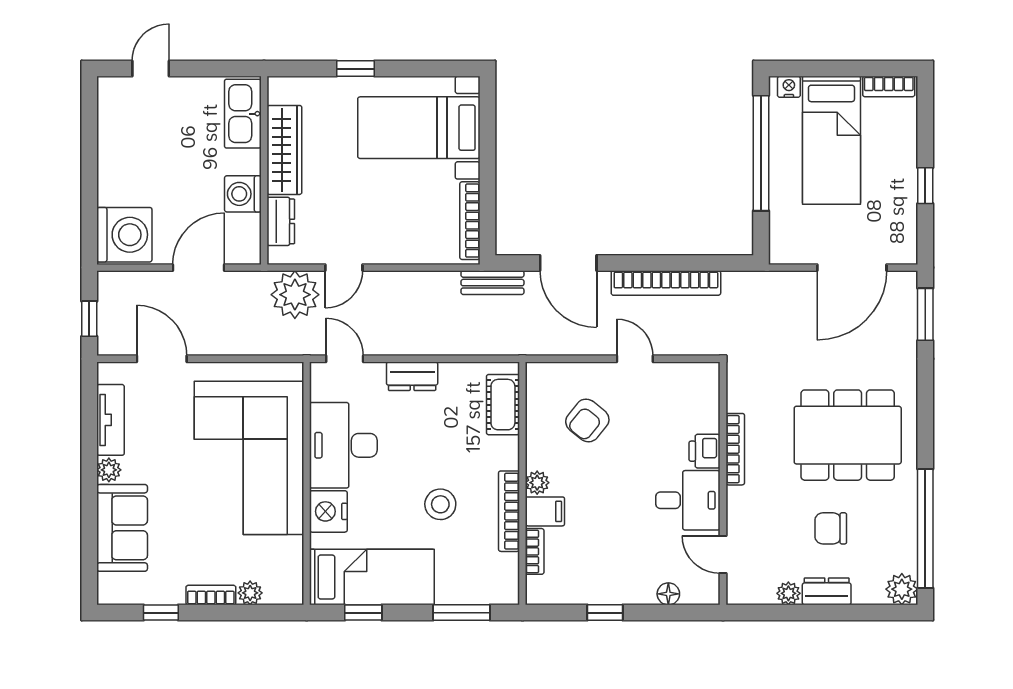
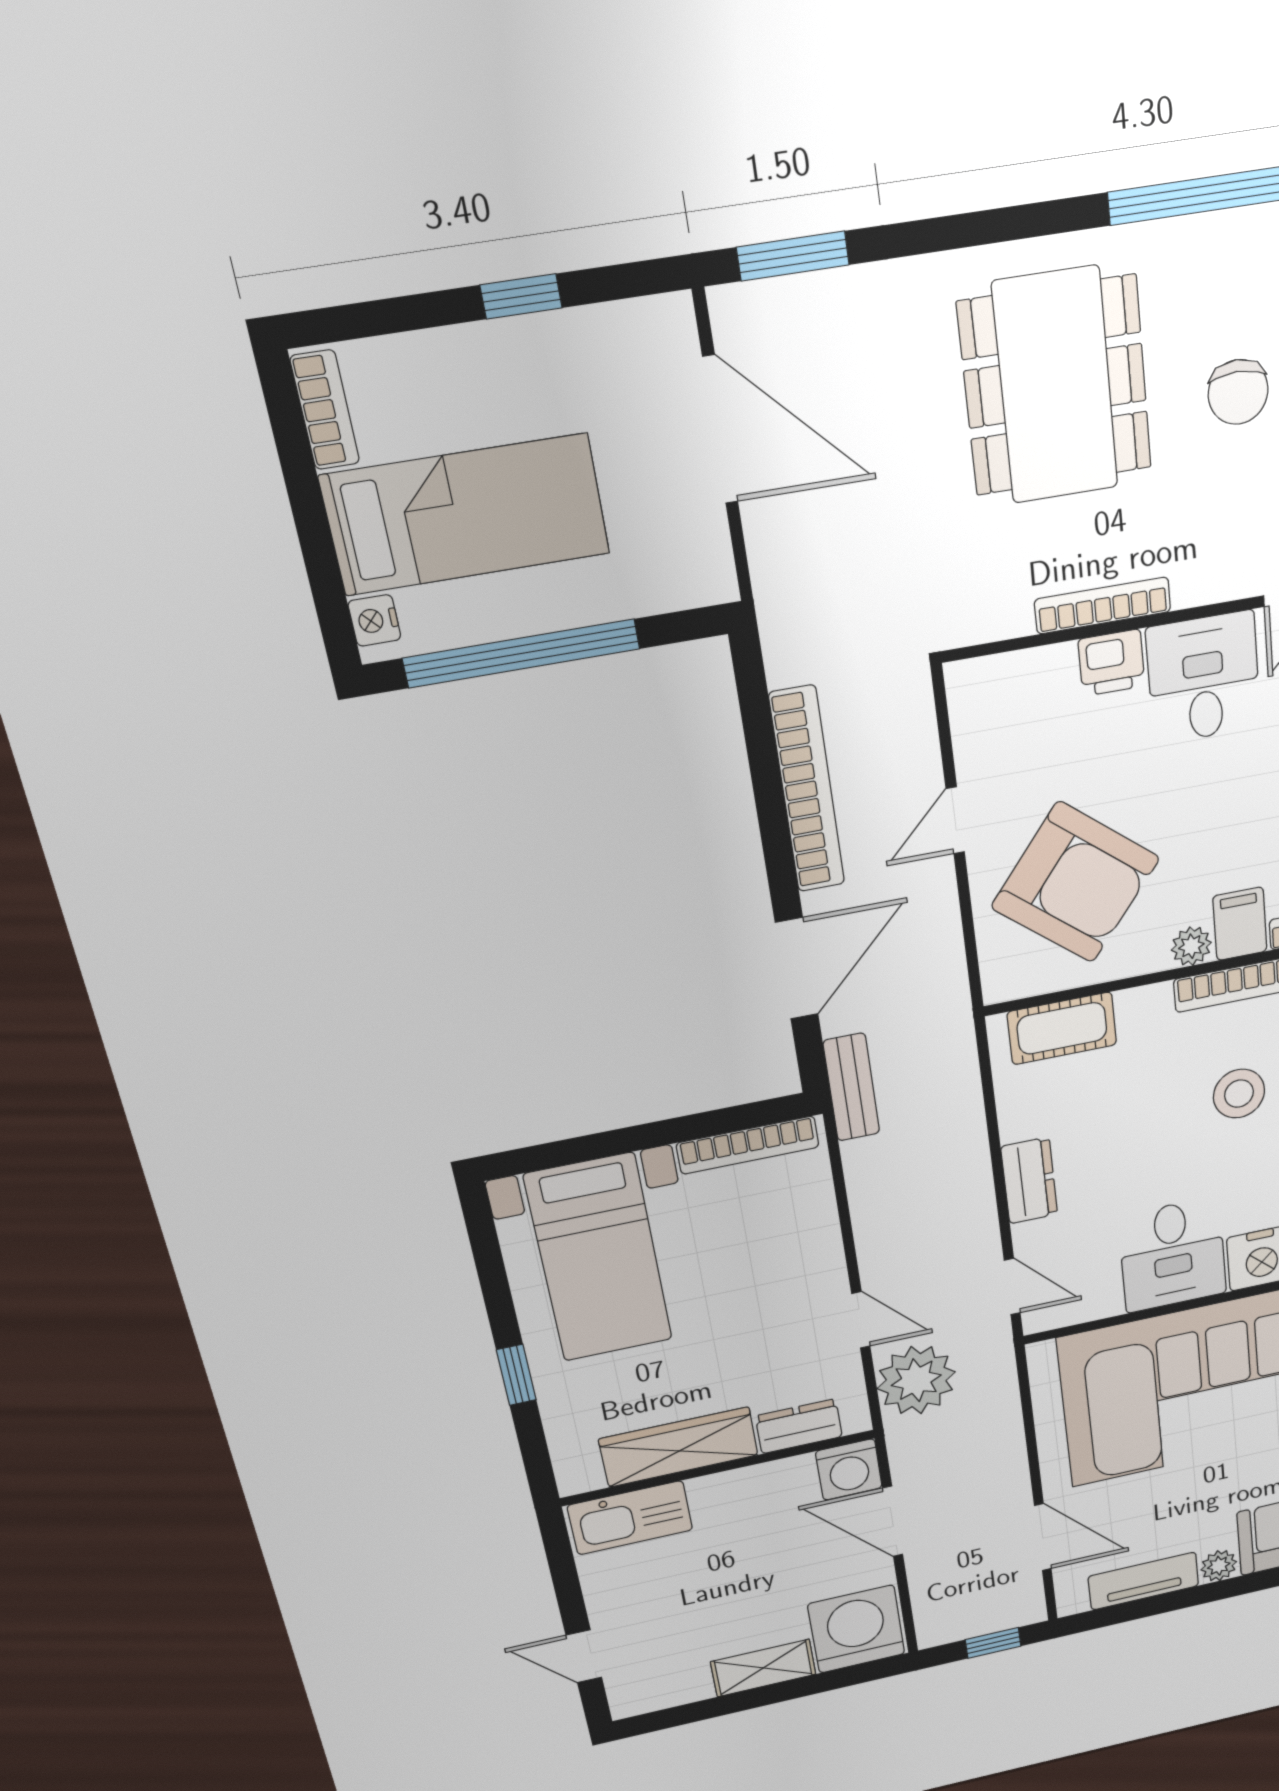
shelving: (111, 174) -> (763, 1668), added
washing machine: (243, 194) -> (849, 1470), moved
door: (162, 359) -> (1043, 1537), swing flipped
door: (345, 359) -> (1012, 1287), swing flipped
armchair: (587, 420) -> (1075, 883), width x1.88, depth x1.88
desk: (343, 445) -> (1173, 1255), width x0.73

